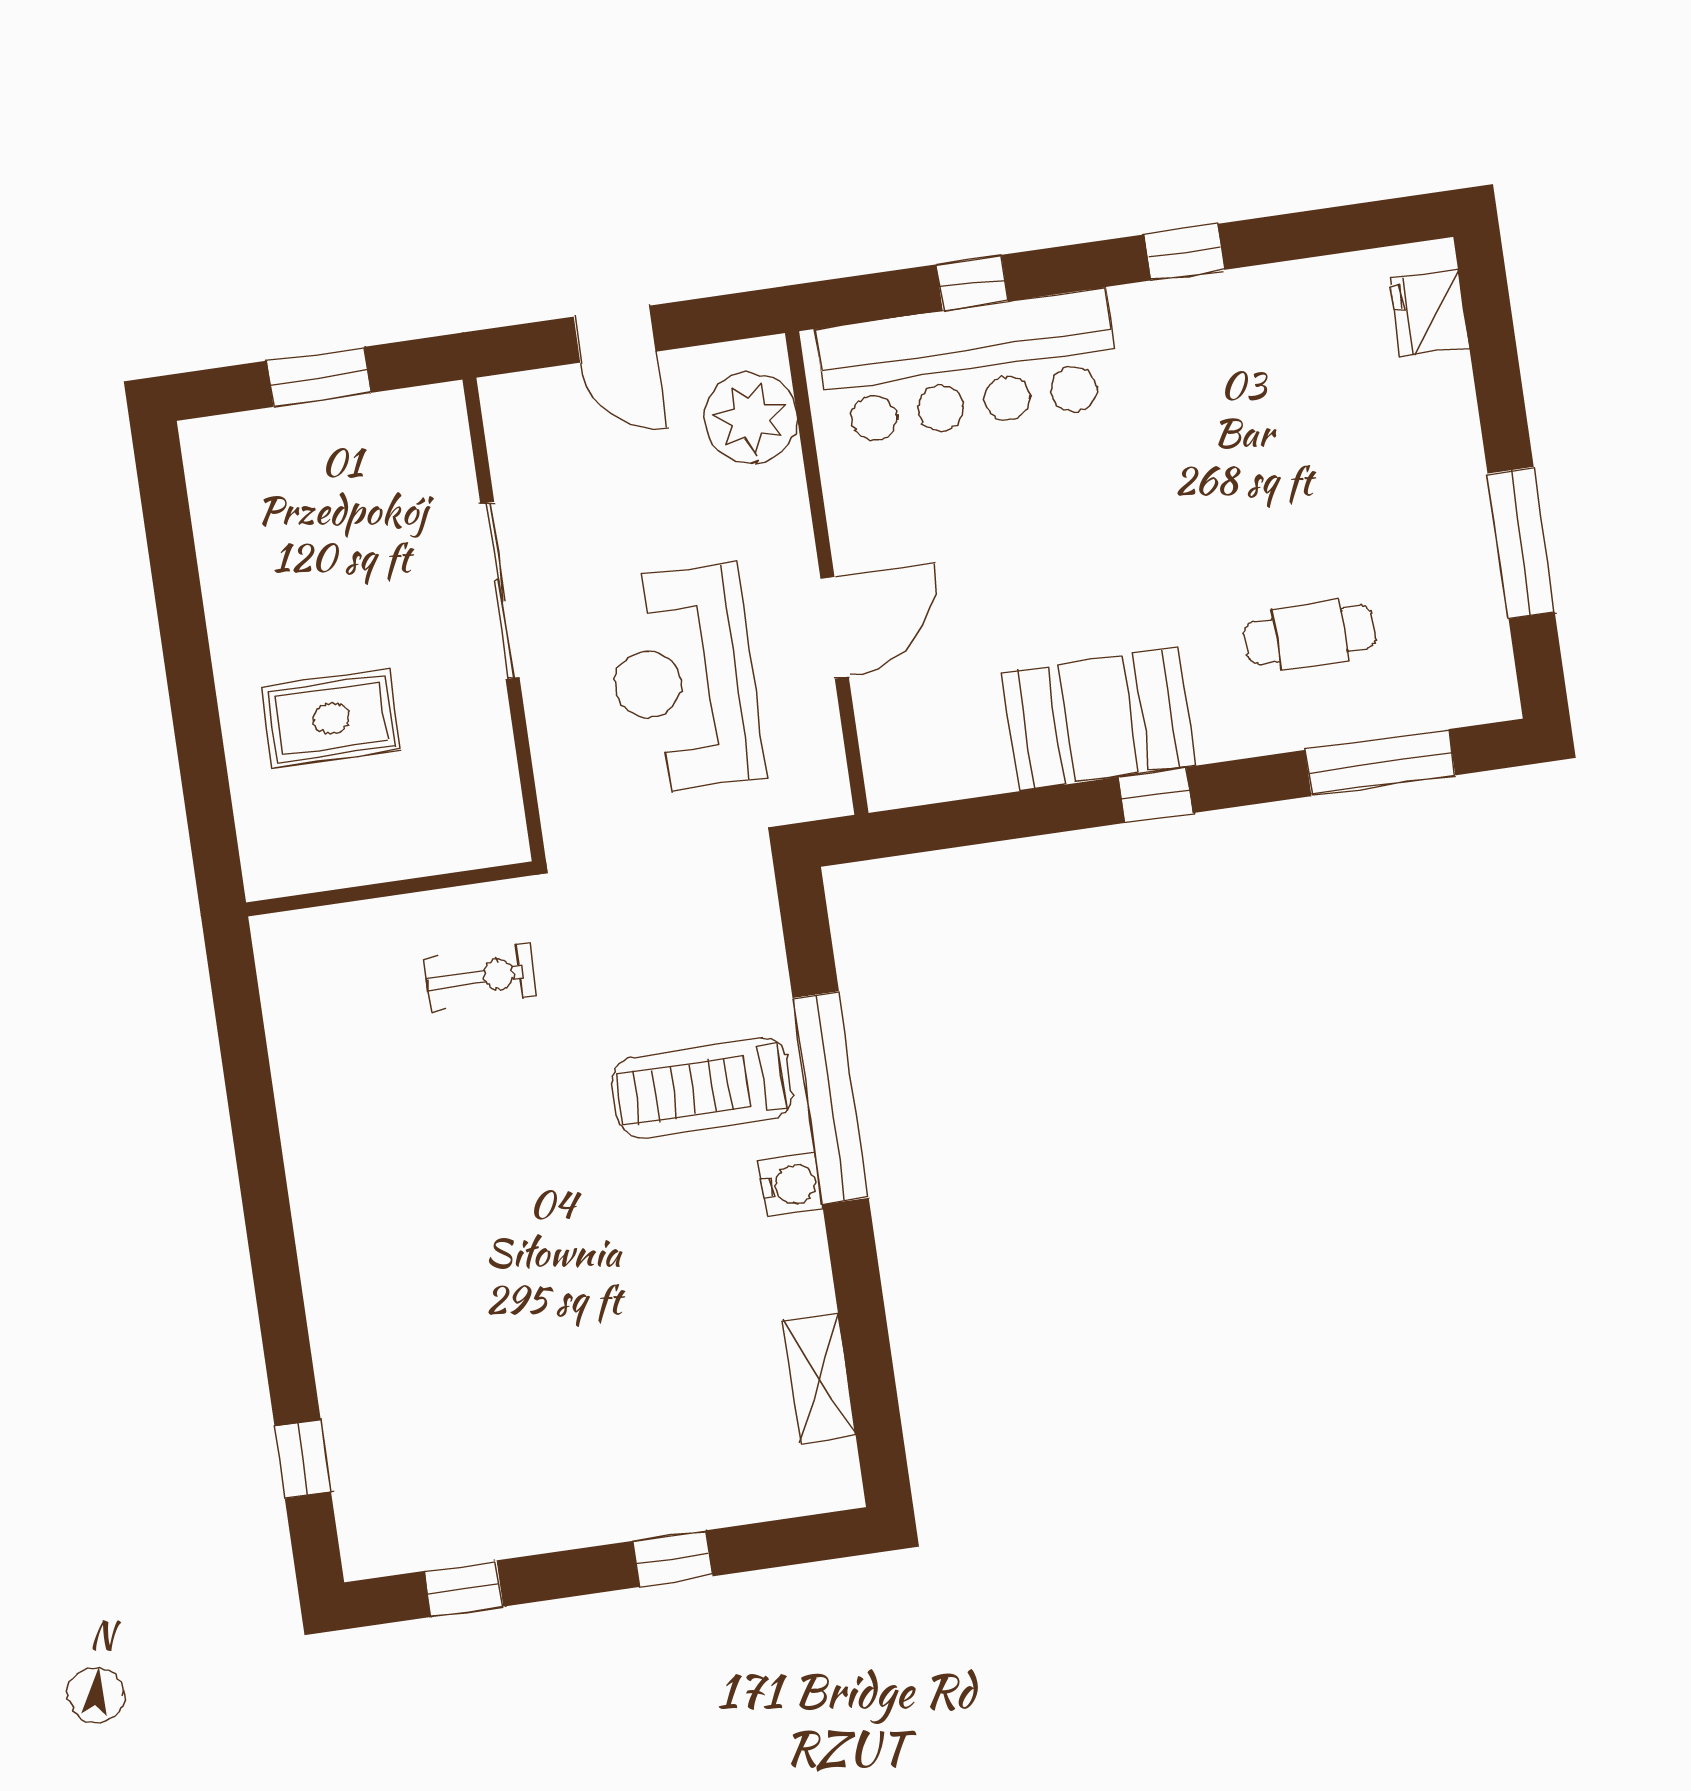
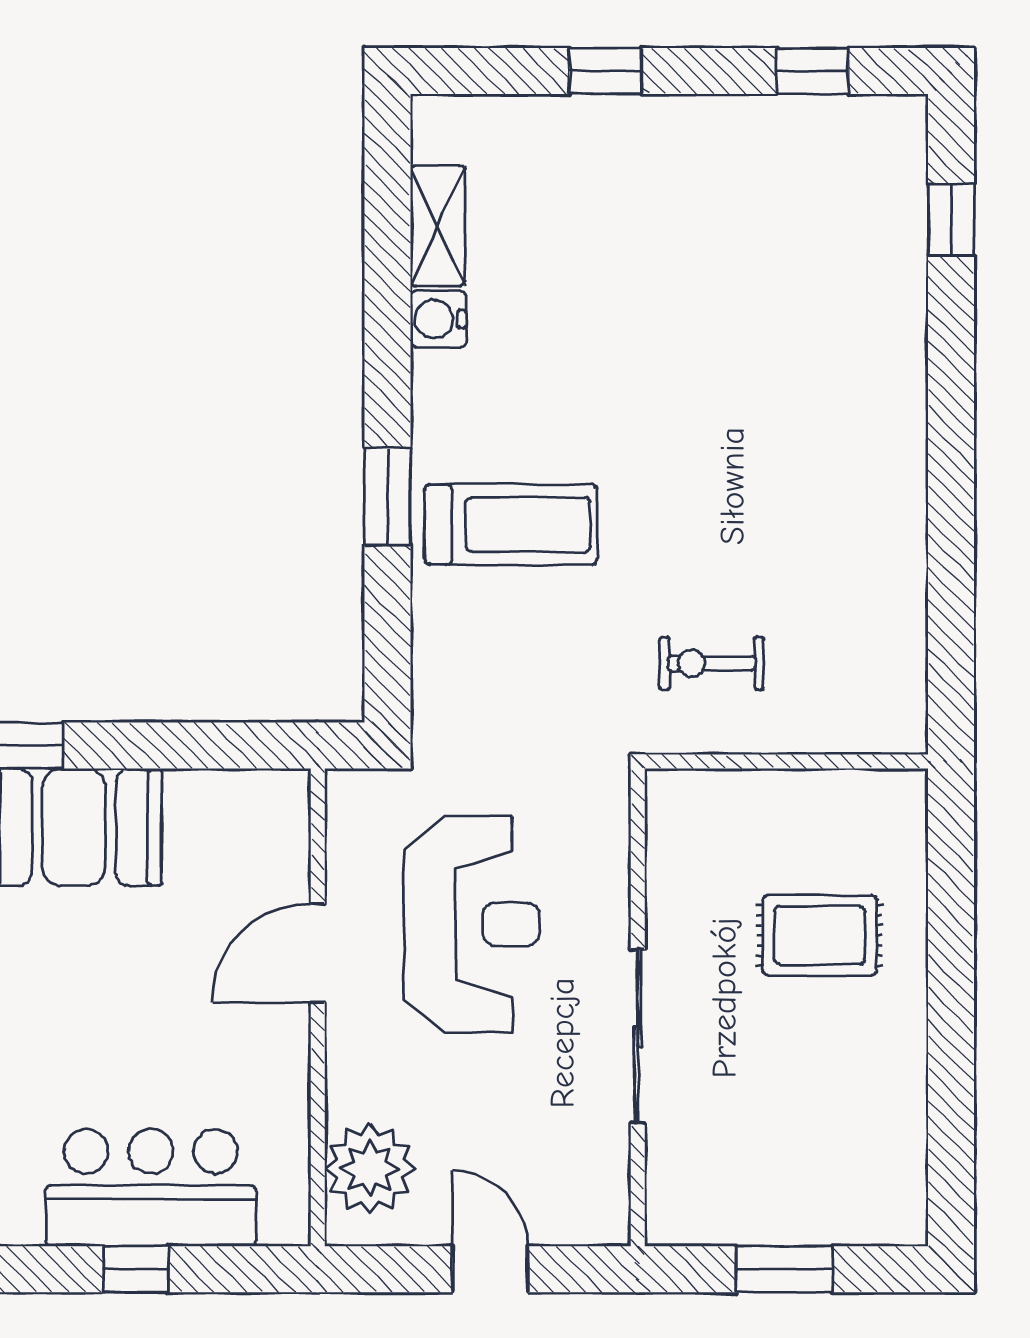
bar counter: (969, 367) -> (151, 1188), width x0.73
window: (831, 1098) -> (387, 497), width x0.47
water cooler: (791, 1185) -> (438, 319), moved

